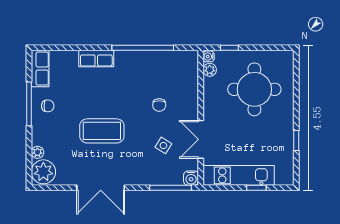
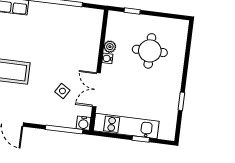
water cooler: (209, 56) -> (107, 58), moved
plant: (210, 70) -> (110, 47), moved
round table: (254, 89) -> (150, 51), width x0.73, depth x0.73
chair: (159, 105) -> (63, 54), removed

